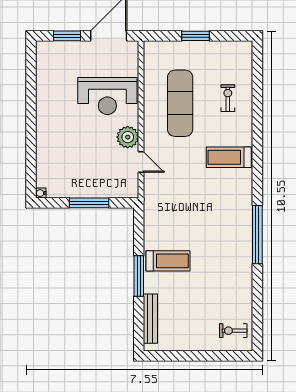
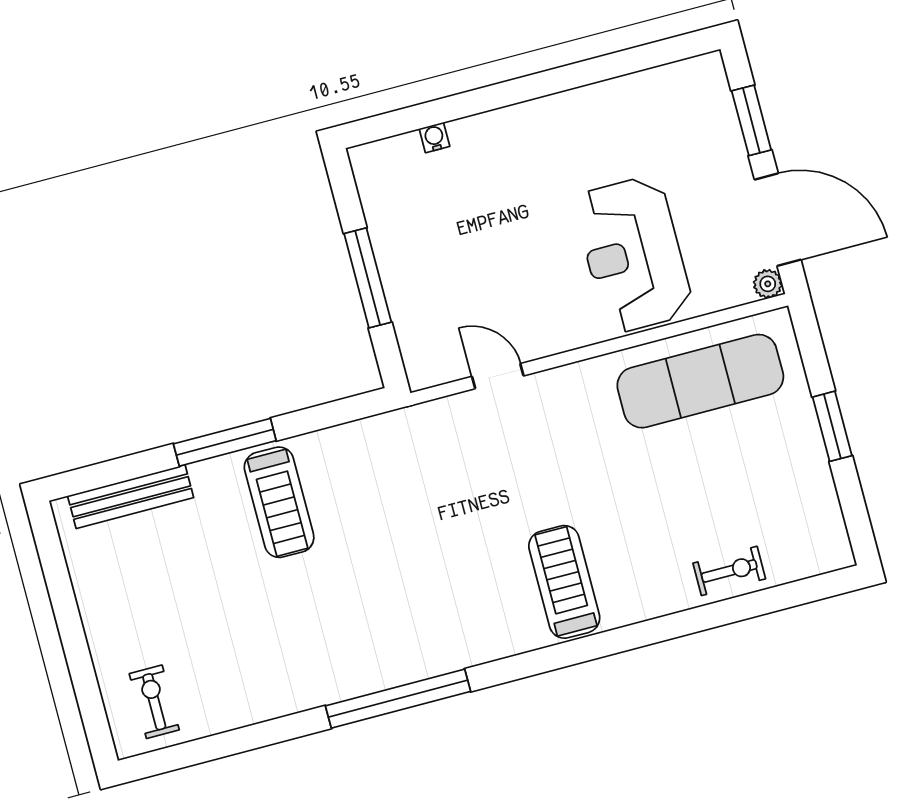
exercise bike: (228, 98) -> (729, 571), moved
exercise mat: (180, 103) -> (700, 381), moved
plant: (128, 137) -> (768, 284), moved, width x0.53, depth x0.53
door: (141, 162) -> (498, 376), swing flipped
water cooler: (41, 193) -> (434, 138), moved

